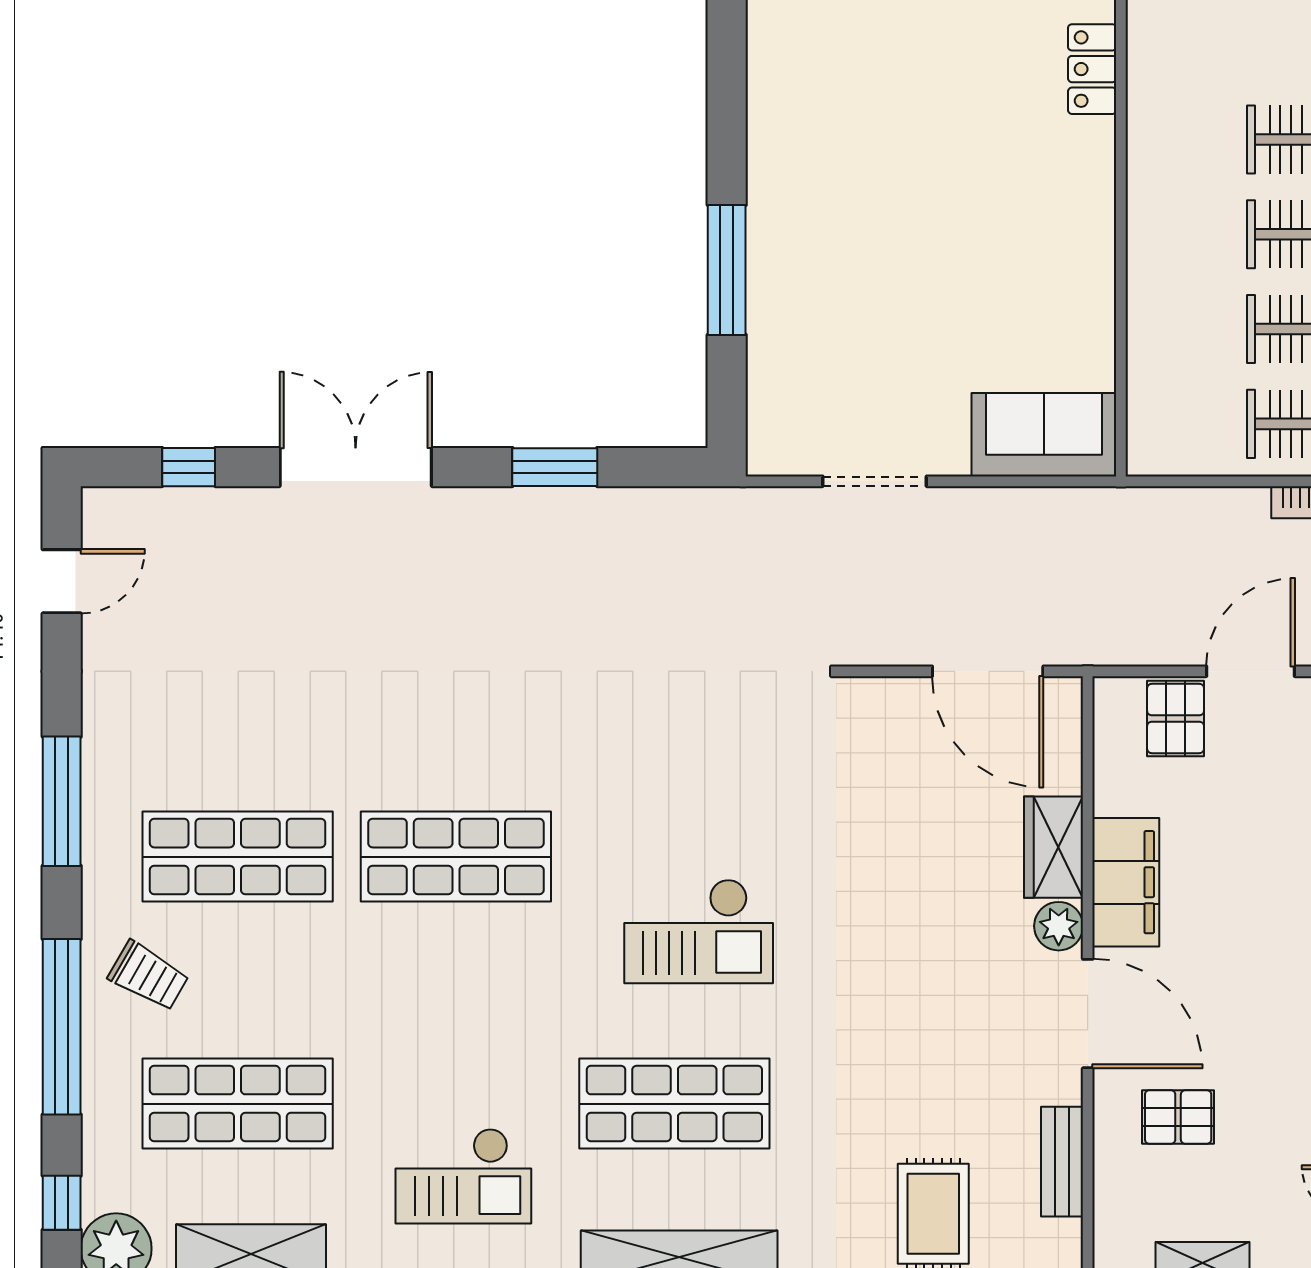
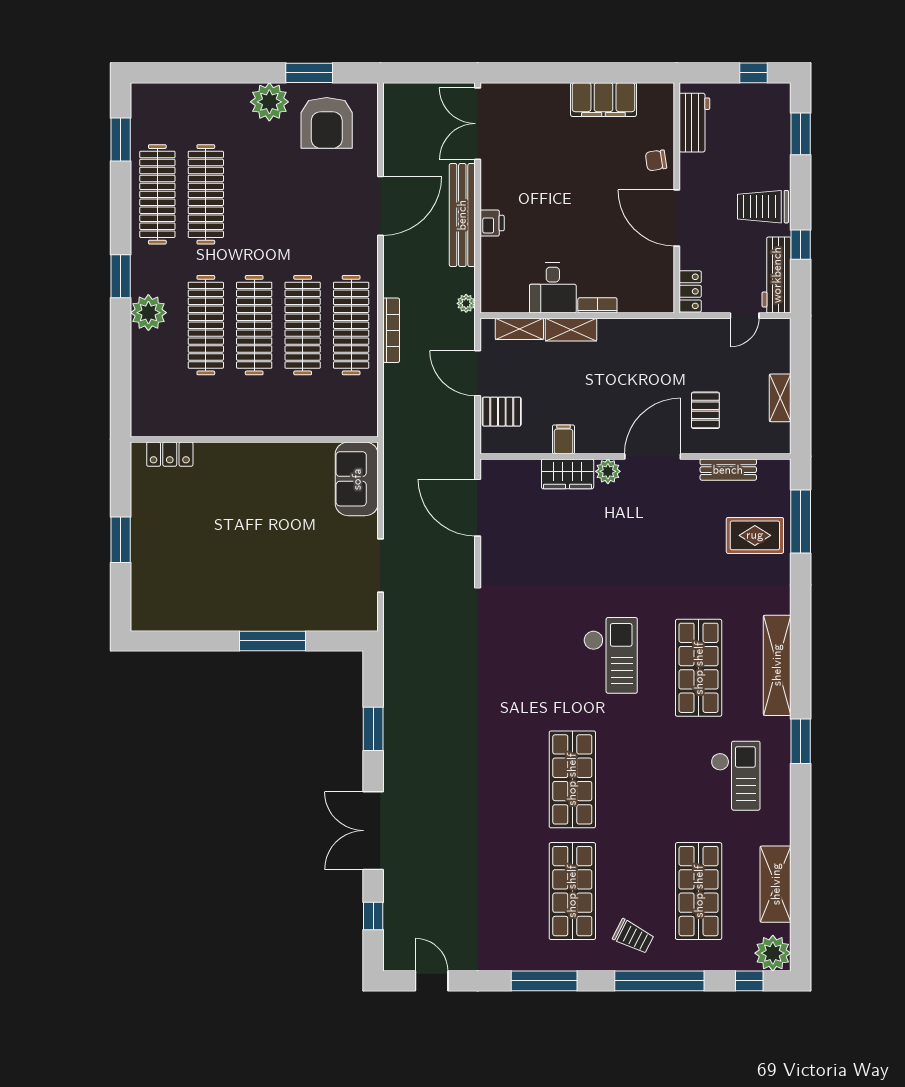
door: (988, 671) -> (478, 508), swing flipped
filing cabinet: (1126, 882) -> (563, 439), width x0.33, depth x0.86
trolley: (149, 976) -> (633, 937), turned 87

